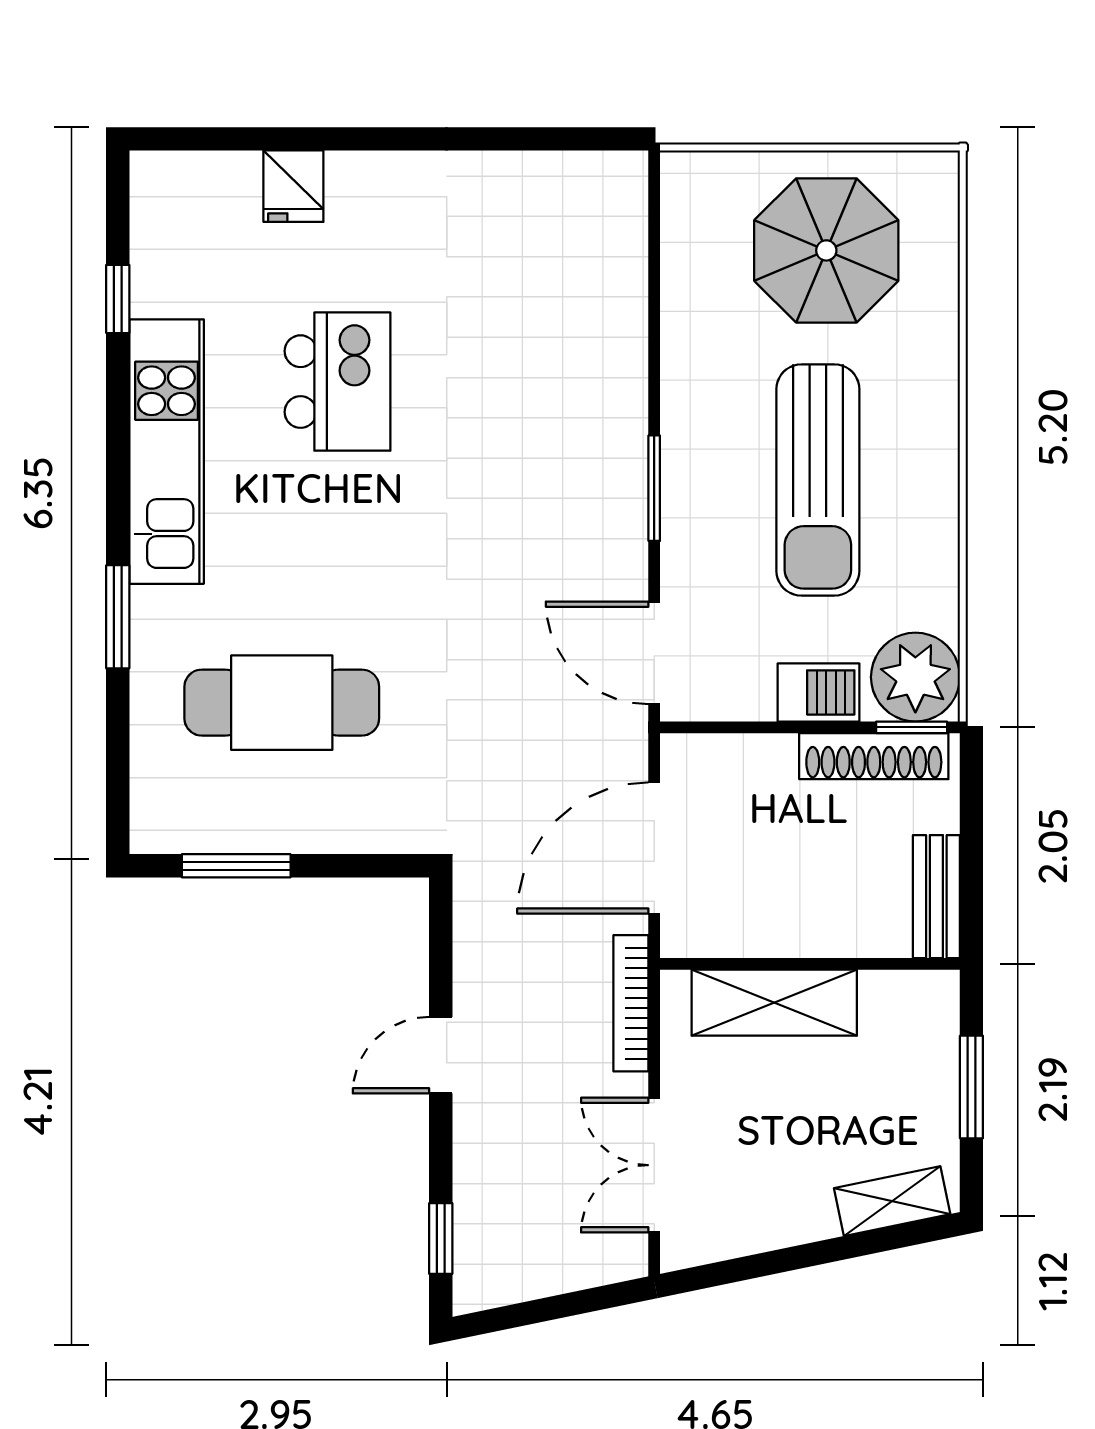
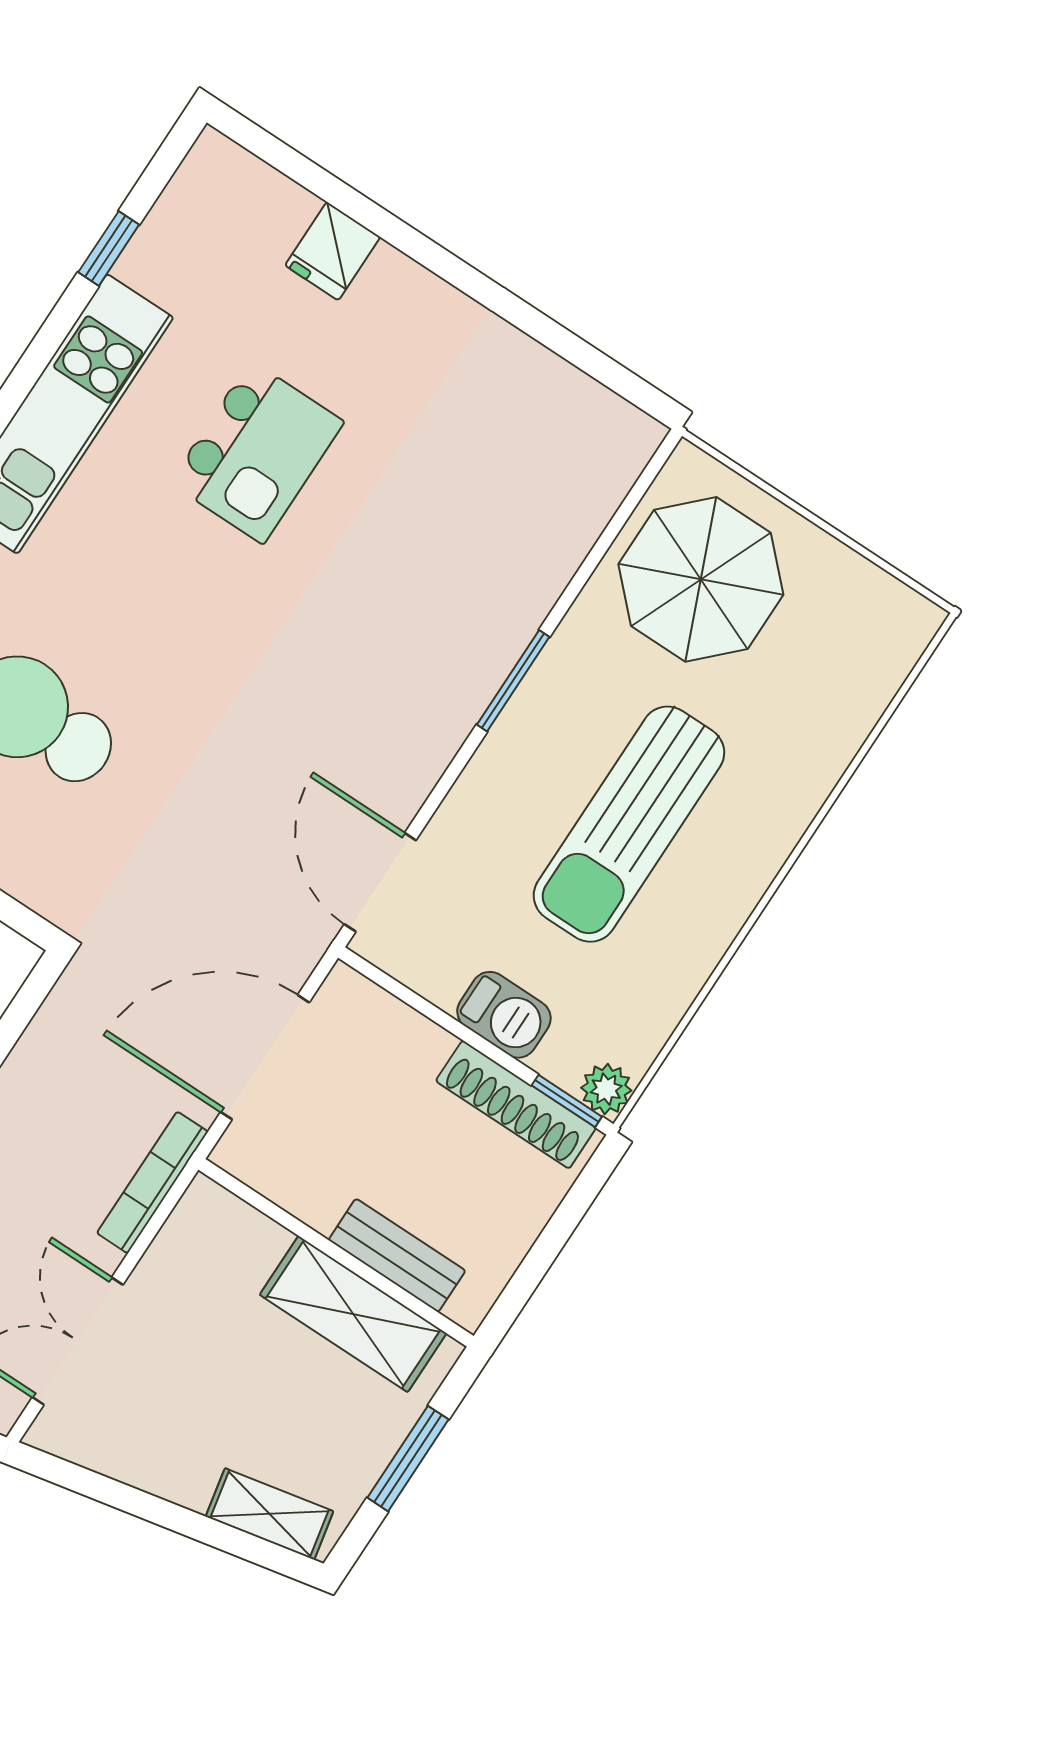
parasol: (826, 250) -> (701, 579), moved
window: (654, 488) -> (513, 681), moved
plant: (915, 677) -> (606, 1089), width x0.53, depth x0.53
bench: (936, 897) -> (397, 1255), moved, turned 90
shelving: (774, 1003) -> (353, 1314), moved

